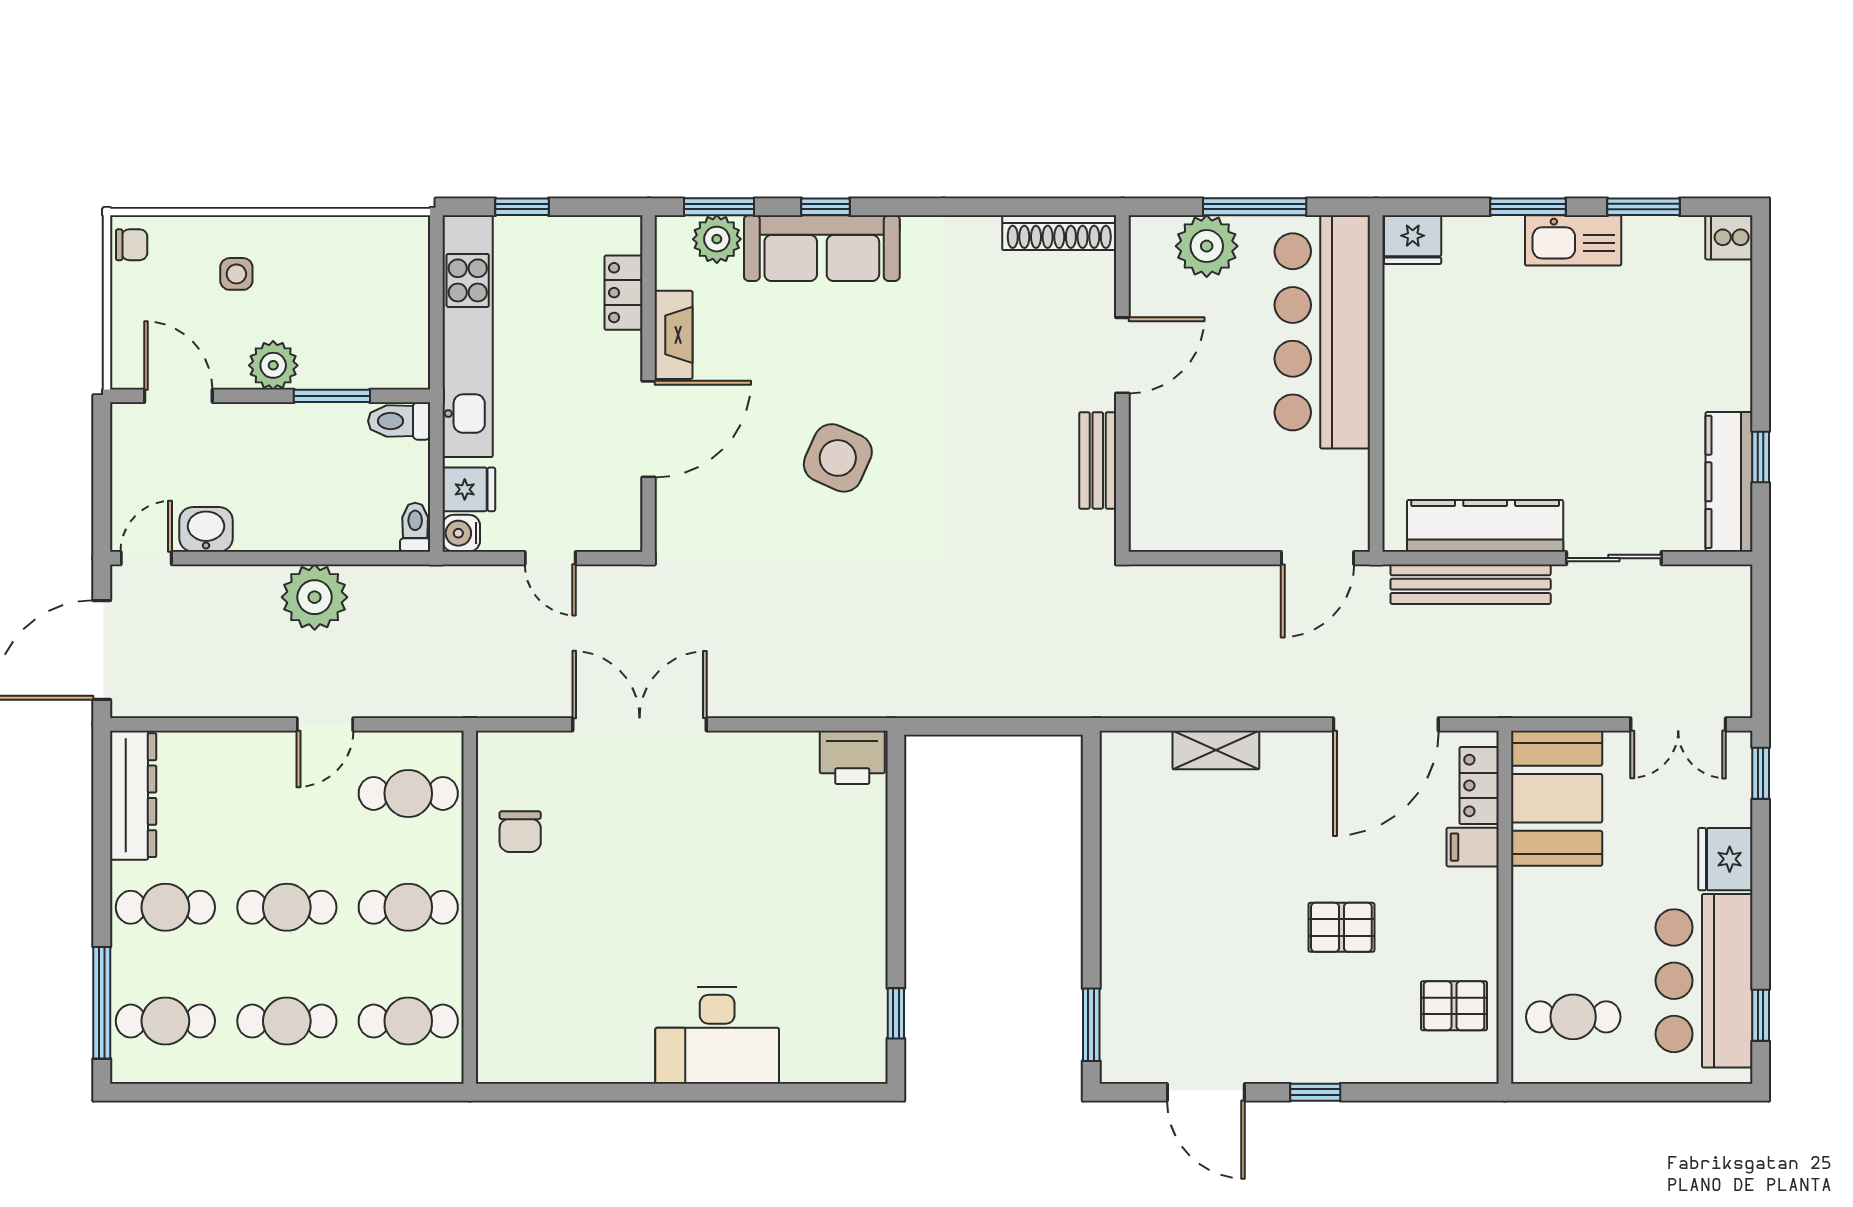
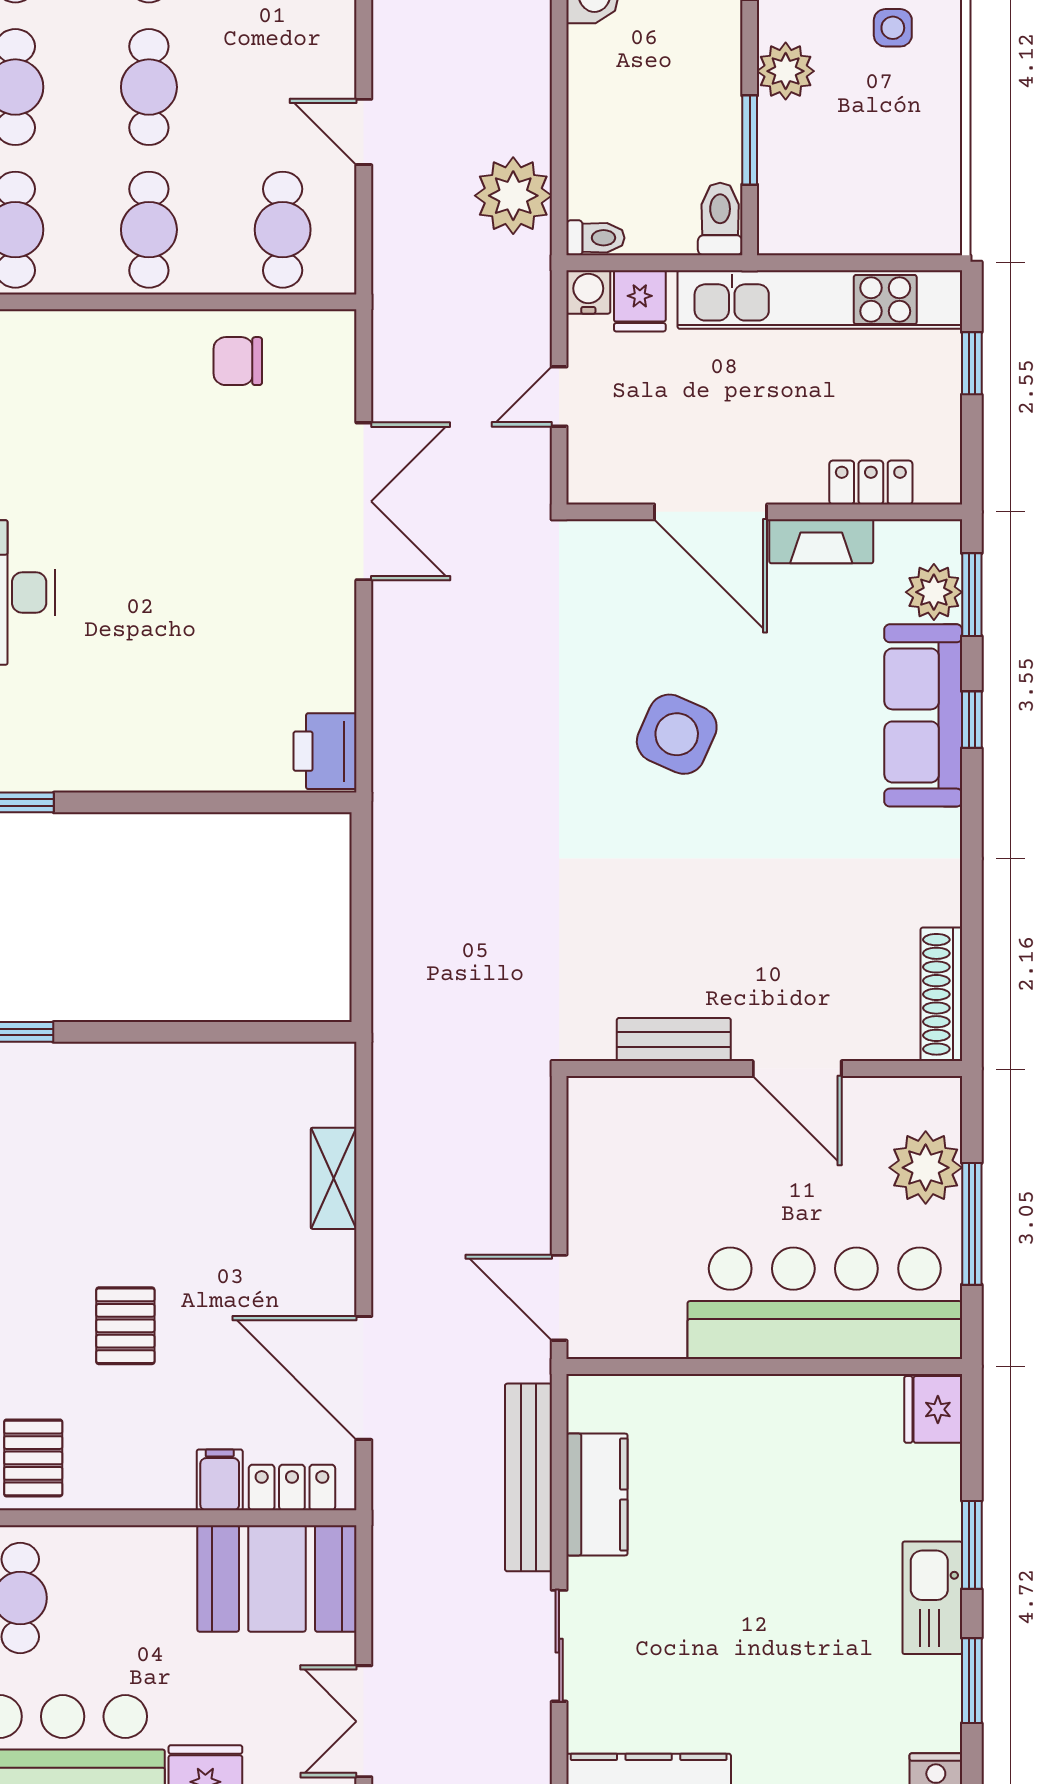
kitchen counter: (1485, 526) -> (597, 1495), width x0.67
plant: (315, 597) -> (513, 196), moved

